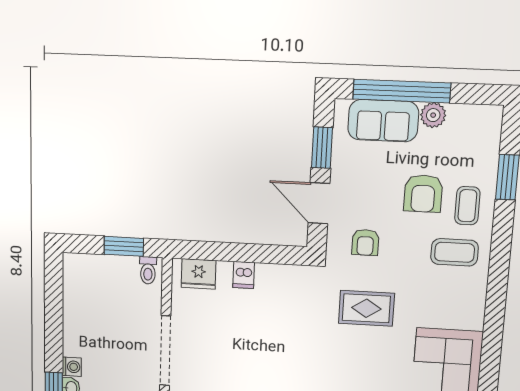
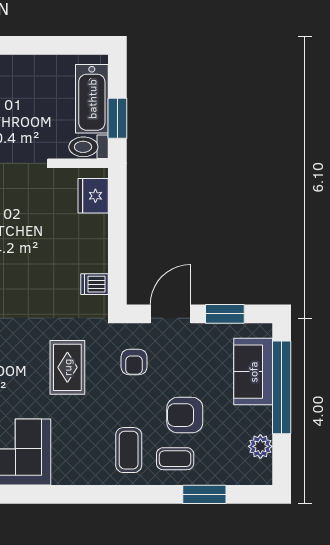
plant: (433, 115) -> (260, 446), moved
armchair: (365, 242) -> (134, 362), turned -90
bathtub: (105, 270) -> (92, 99), added
toilet: (148, 270) -> (88, 147), width x1.37, depth x1.39
dishwasher: (244, 275) -> (95, 284), moved

